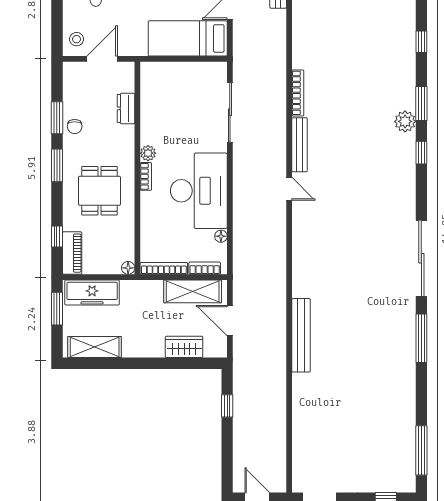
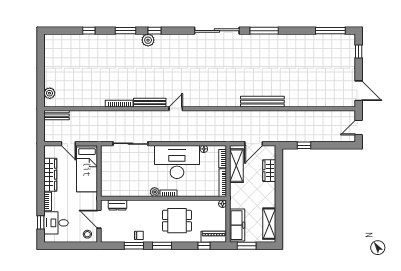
dresser: (126, 108) -> (117, 205), moved
plant: (405, 121) -> (148, 40), moved

